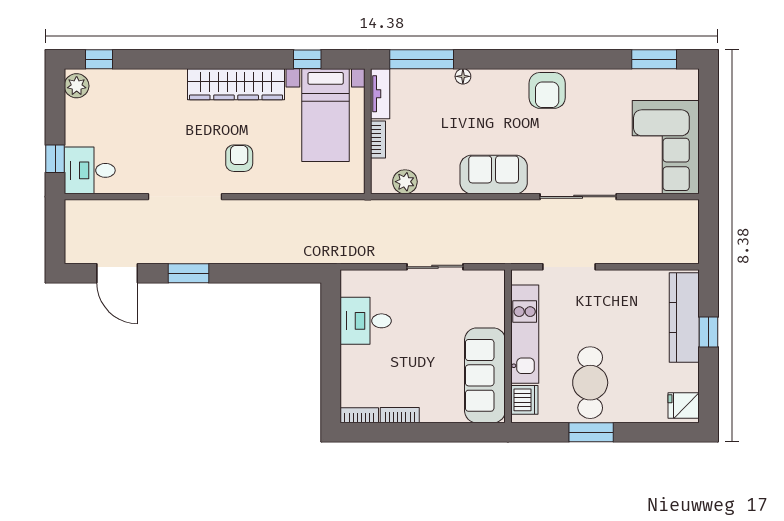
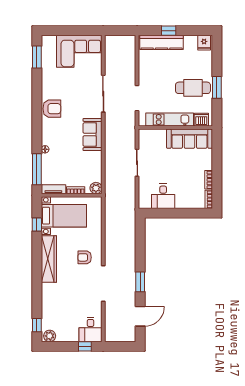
plant: (405, 182) -> (96, 188), moved

